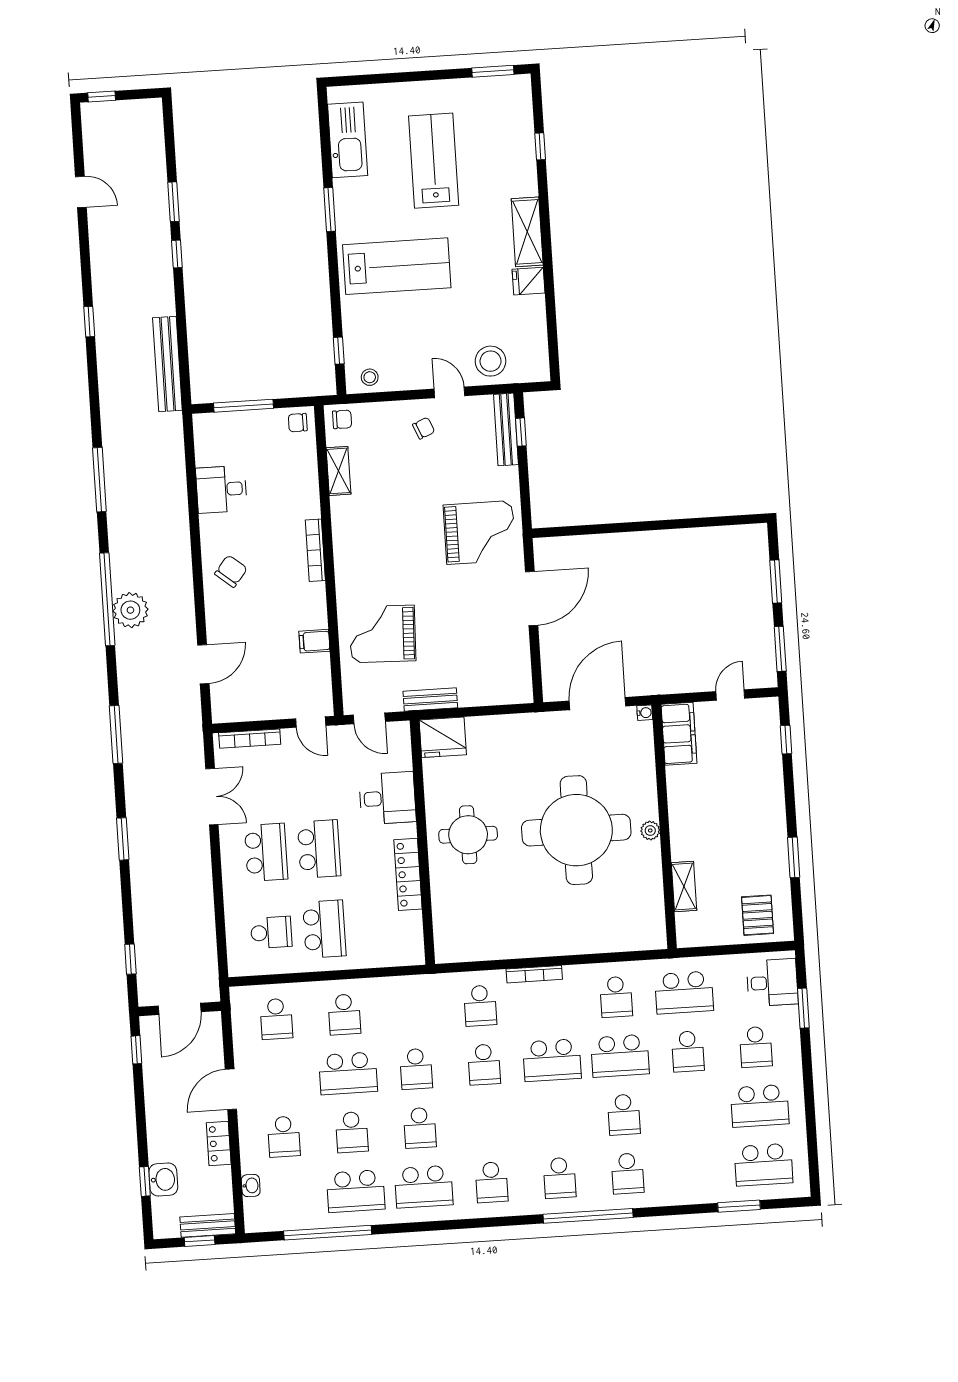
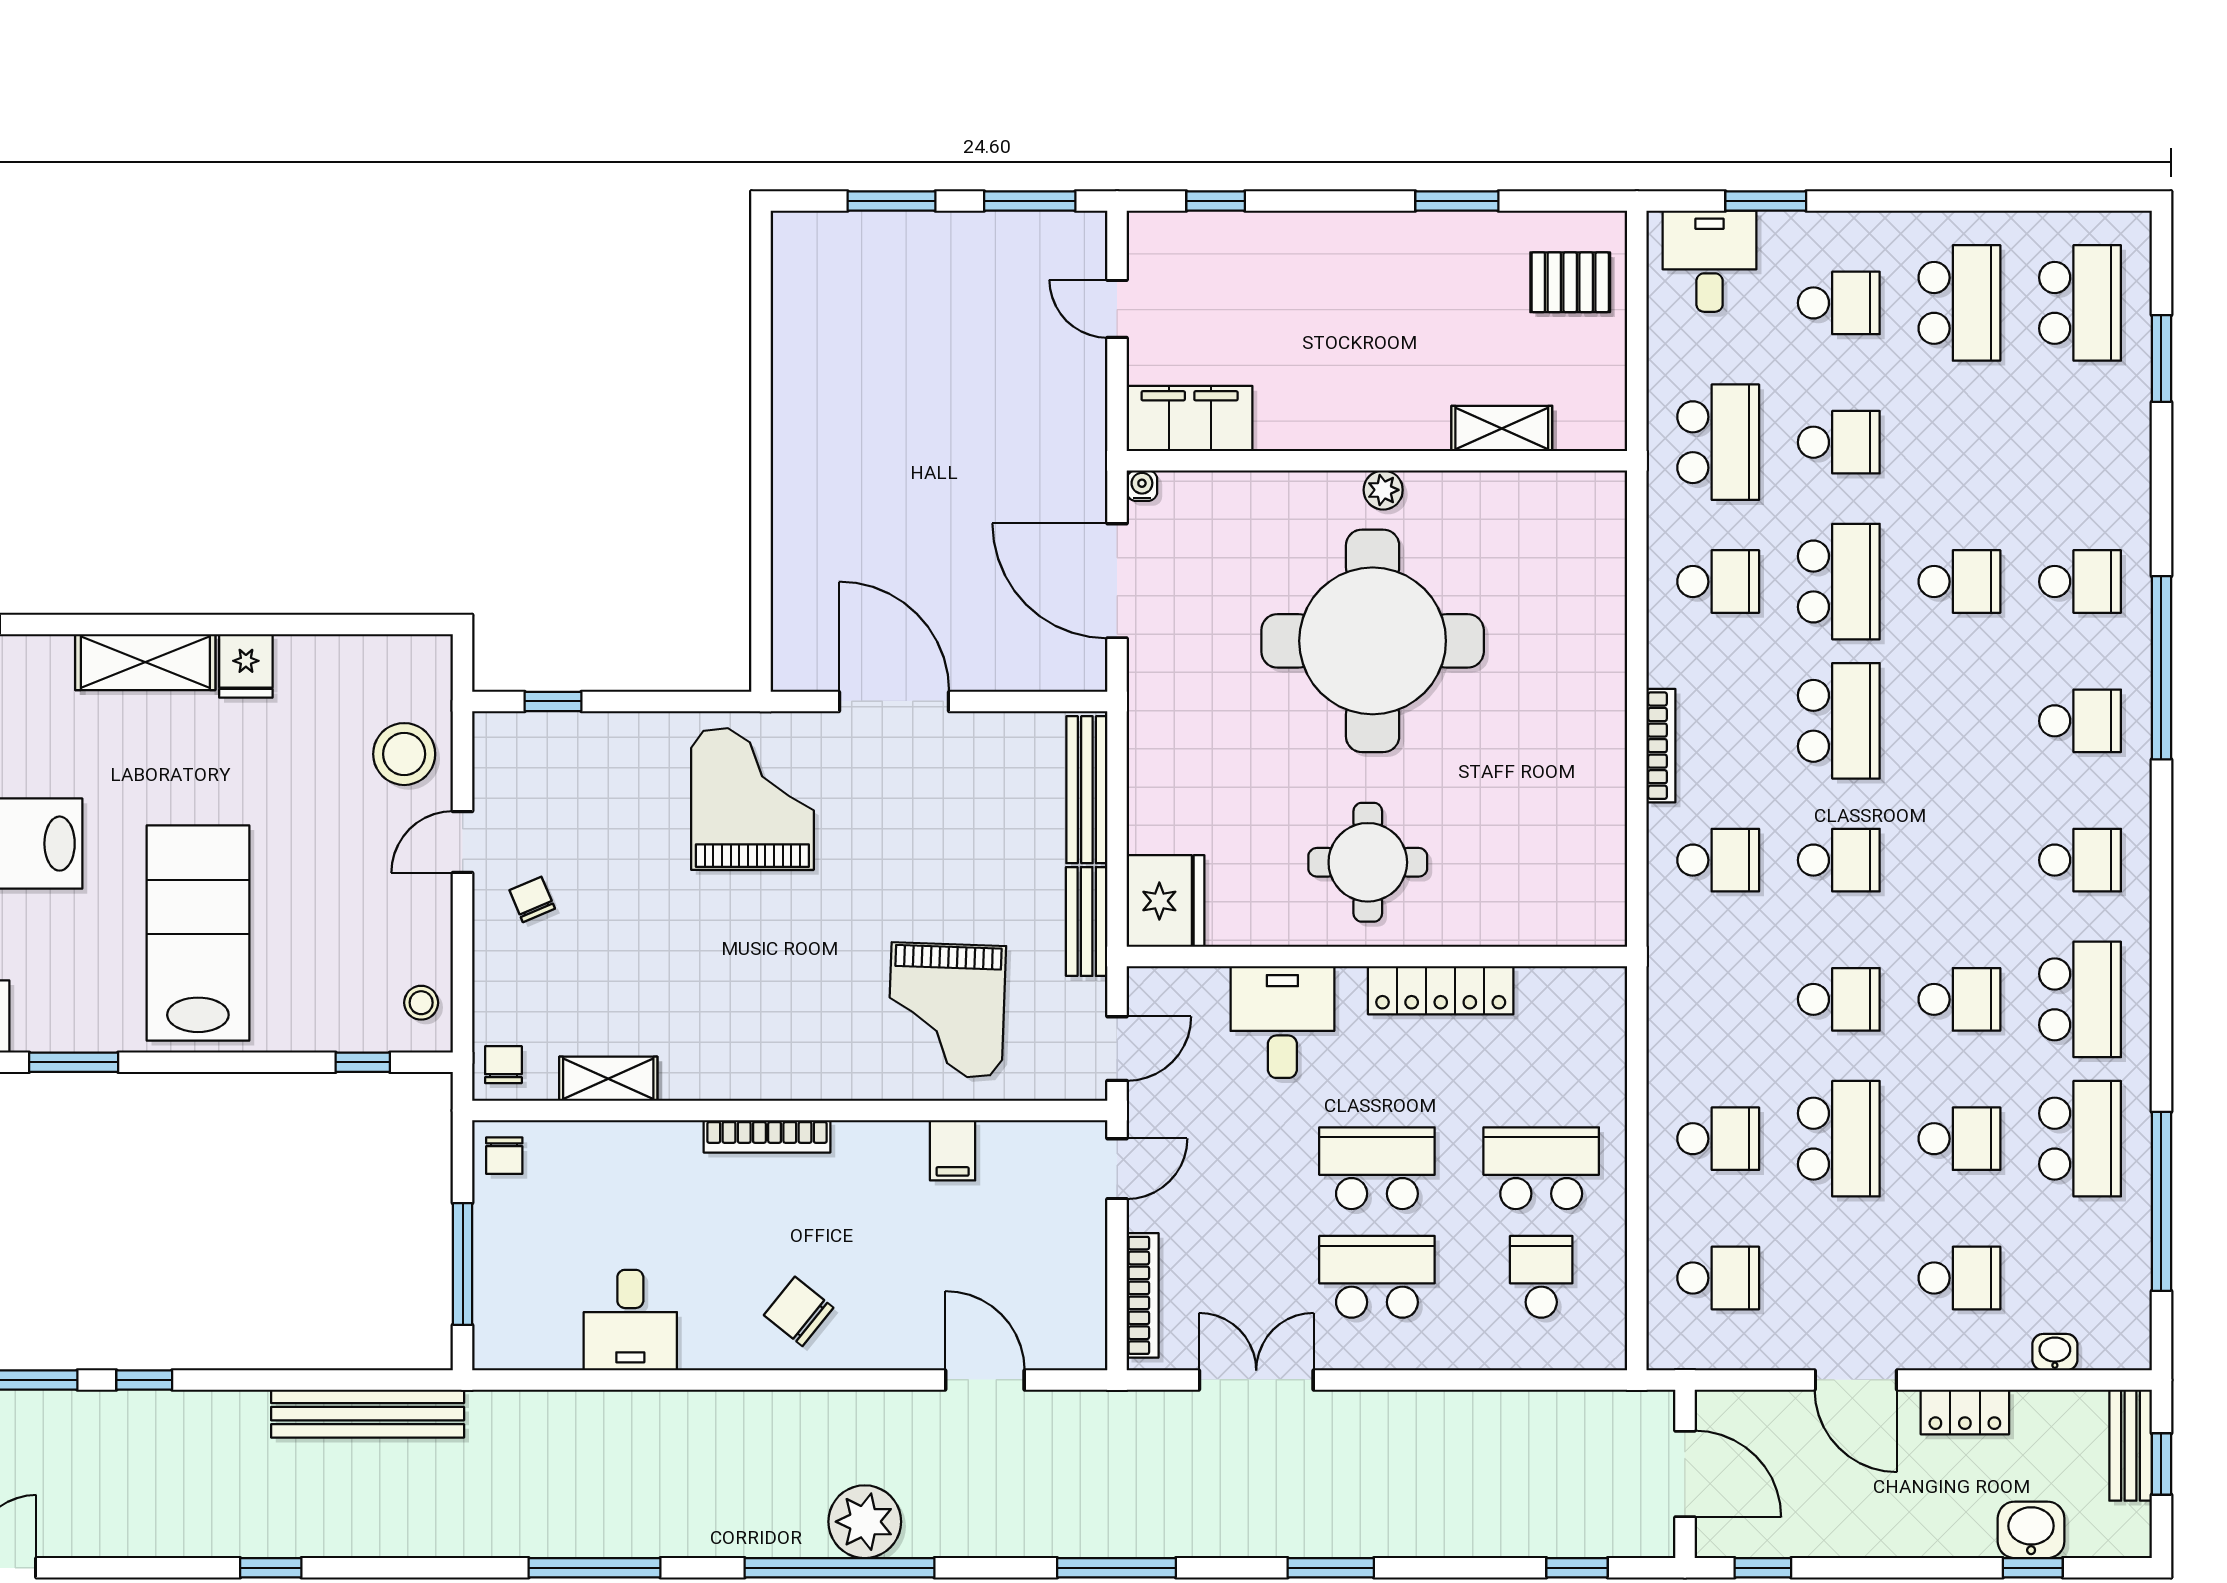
bench: (506, 429) -> (1087, 790), moved, turned 90

